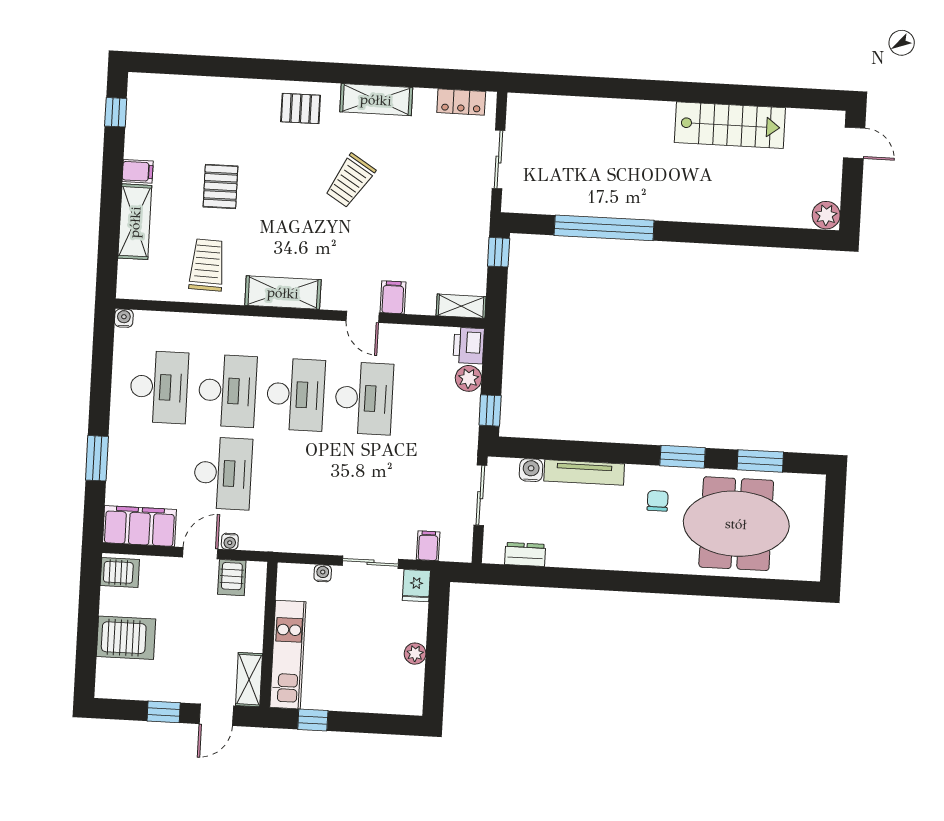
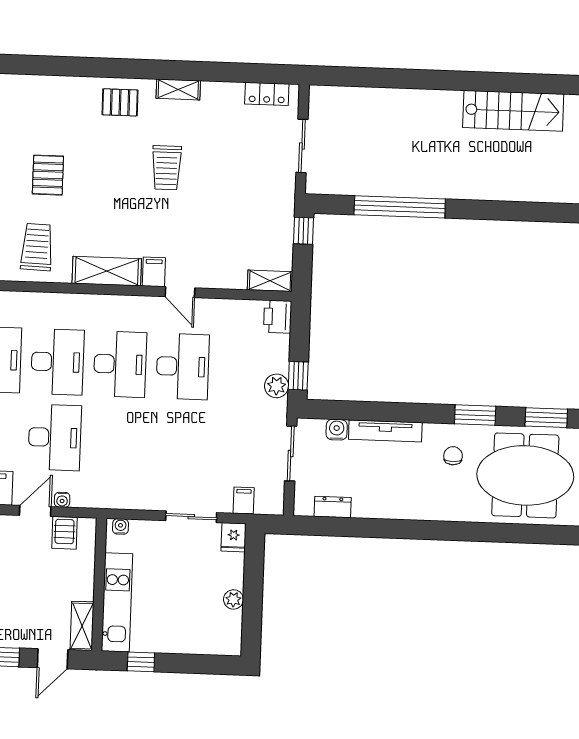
shelving: (376, 100) -> (178, 89), width x0.67, depth x0.75
trolley: (350, 181) -> (167, 168), turned -32
filing cabinet: (393, 297) -> (154, 272), moved
plant: (468, 378) -> (277, 386), moved
water cooler: (323, 573) -> (120, 527), moved

